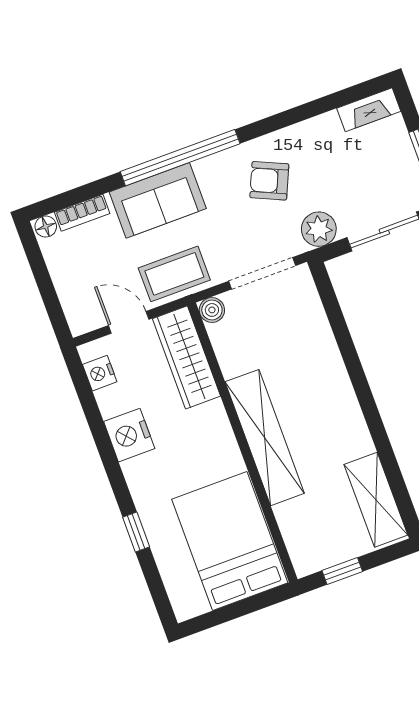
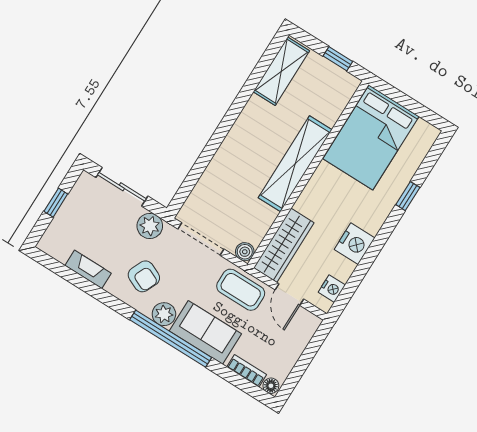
fireplace: (369, 110) -> (88, 269), moved
plant: (212, 171) -> (164, 314), added

